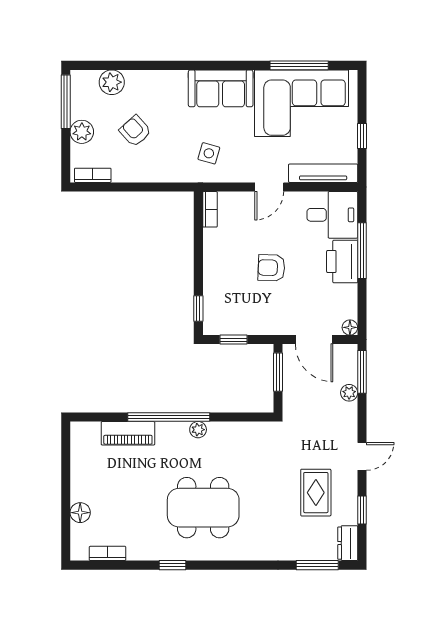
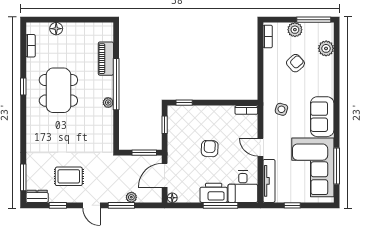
window: (362, 372) -> (121, 205), moved
dining table: (203, 508) -> (58, 90), moved

